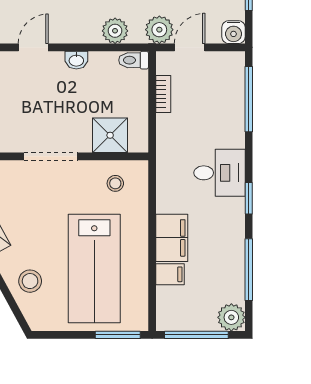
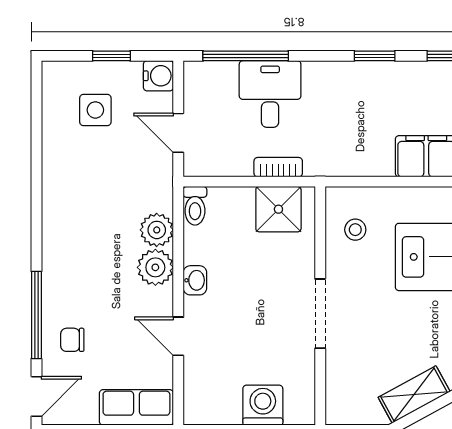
plant: (159, 30) -> (155, 267), moved
bookcase: (163, 94) -> (278, 167), moved
shower: (110, 135) -> (278, 209), moved
desk: (219, 173) -> (270, 94), moved

